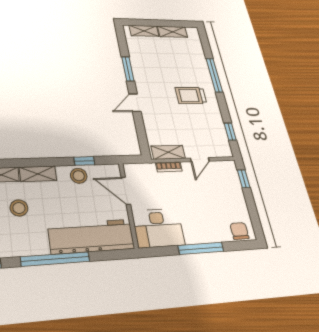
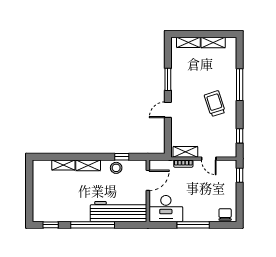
trolley: (191, 95) -> (215, 104), turned 72
door: (200, 160) -> (209, 159), hinge flipped
door: (126, 191) -> (148, 180), swing flipped
stool: (19, 208) -> (73, 189), removed

